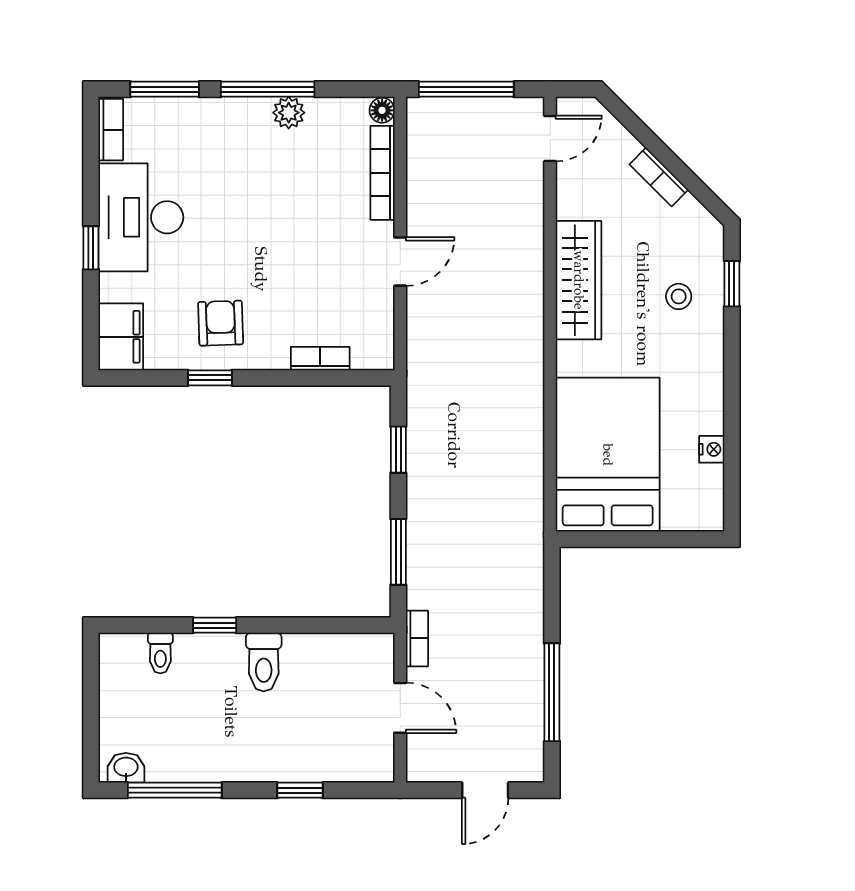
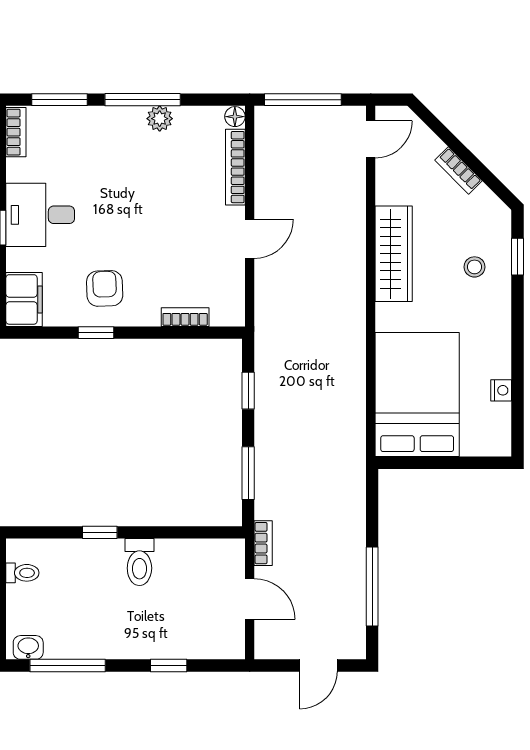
desk: (141, 217) -> (40, 215), width x0.73
toilet: (160, 653) -> (22, 573), moved, turned -90

